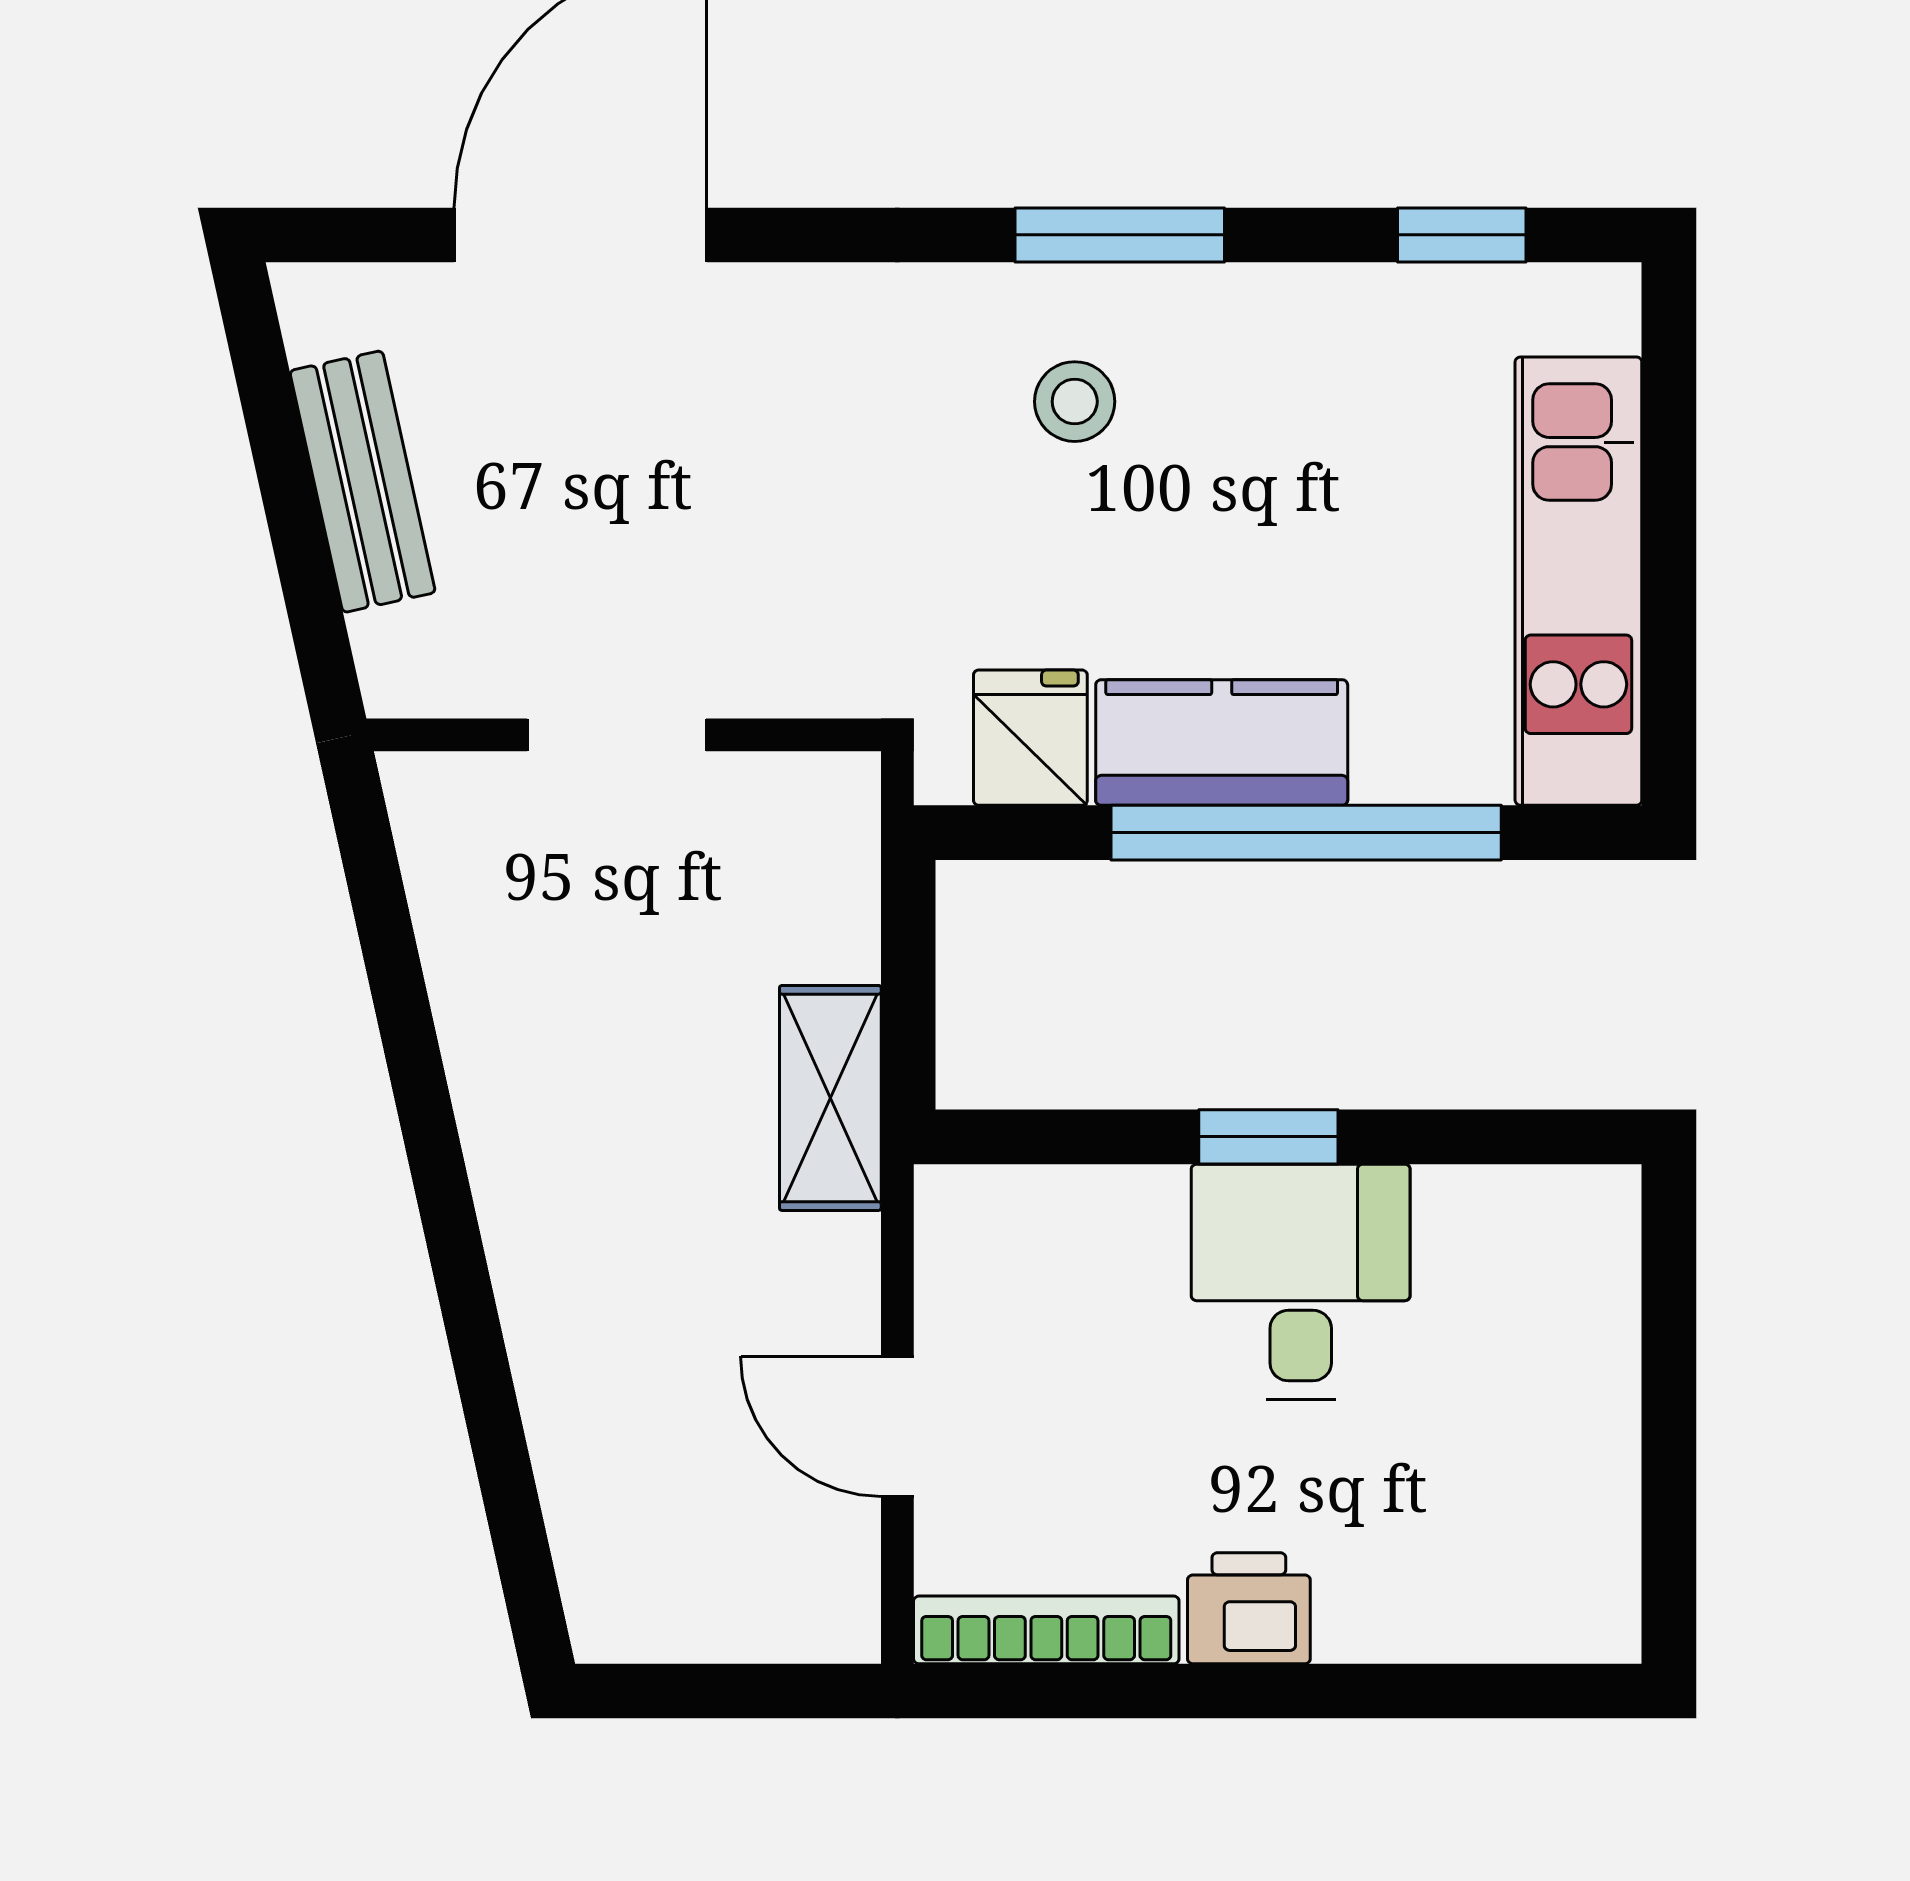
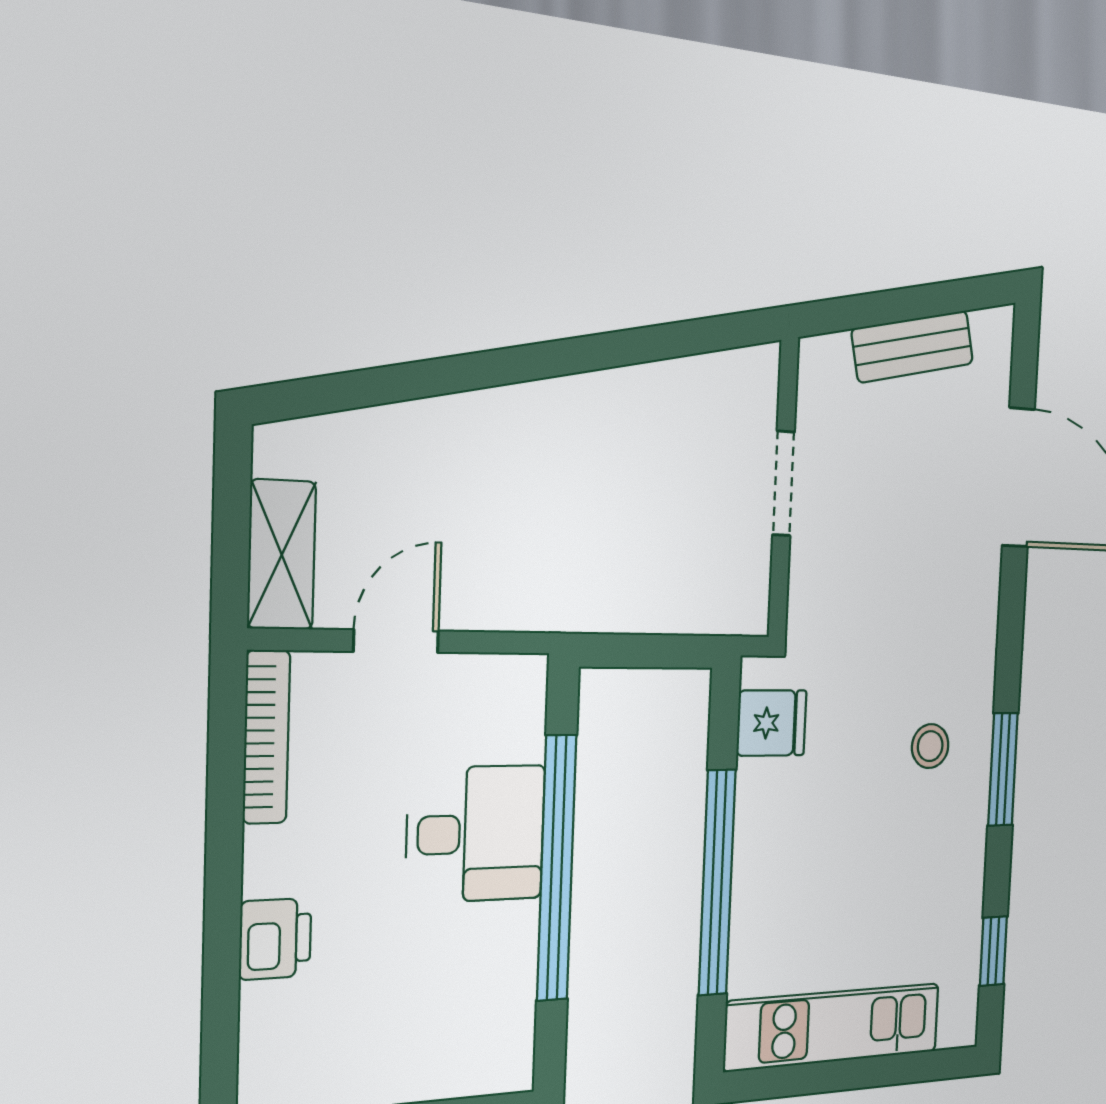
kitchen counter: (1222, 743) -> (764, 832), removed
shelving: (830, 1098) -> (282, 555), moved, turned 90
window: (1268, 1137) -> (557, 868), width x3.17
desk: (1301, 1282) -> (476, 834), moved
printer: (1249, 1608) -> (275, 939), moved

